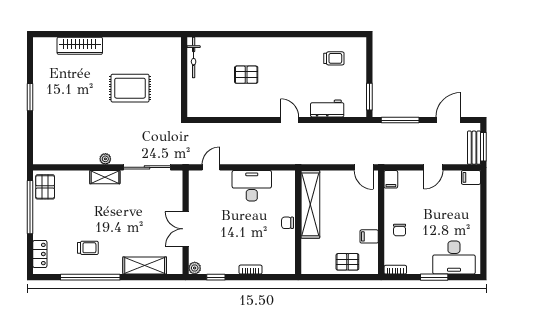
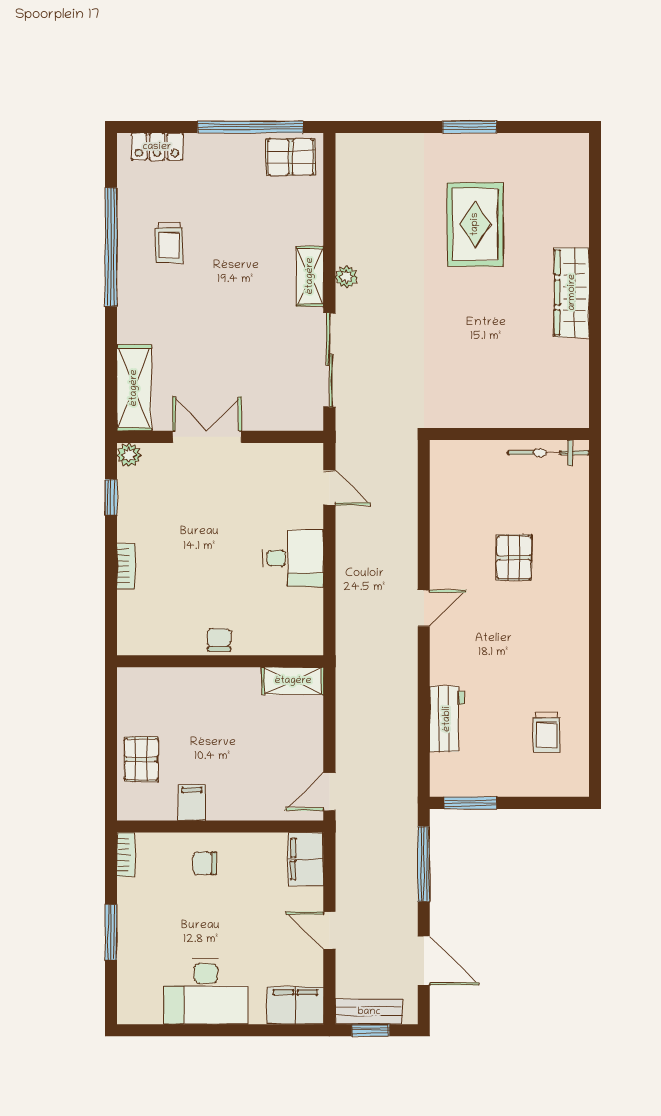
wardrobe: (80, 46) -> (572, 292), moved
rug: (130, 88) -> (475, 224), moved
door: (290, 120) -> (424, 608), moved
window: (483, 147) -> (371, 1030), width x0.67
filing cabinet: (471, 177) -> (295, 1005), width x2.00
filing cabinet: (391, 179) -> (306, 859), width x2.00
desk: (252, 186) -> (293, 558), width x0.73
shelving: (310, 204) -> (293, 681), width x0.45, depth x0.75
desk: (454, 258) -> (206, 991), moved, turned -90
shelving: (145, 265) -> (134, 388), moved

